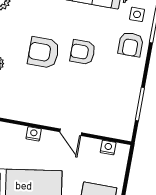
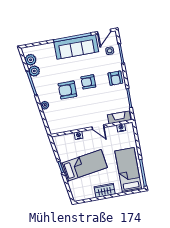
armchair: (131, 44) -> (115, 78), moved
fireplace: (111, 129) -> (119, 117), added

